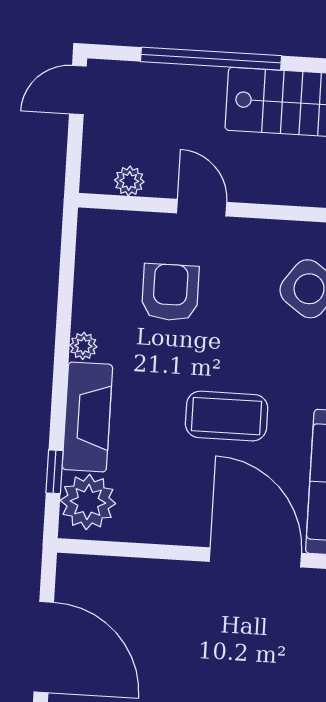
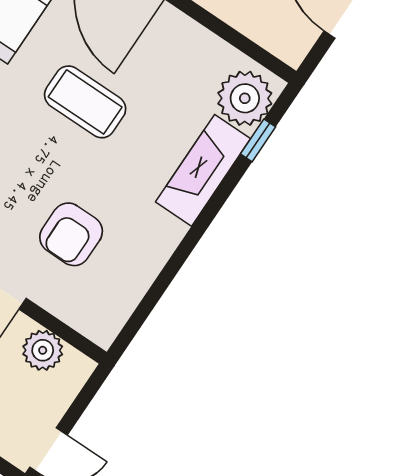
plant: (129, 181) -> (43, 350), width x1.38, depth x1.38
plant: (83, 346) -> (171, 232), removed

